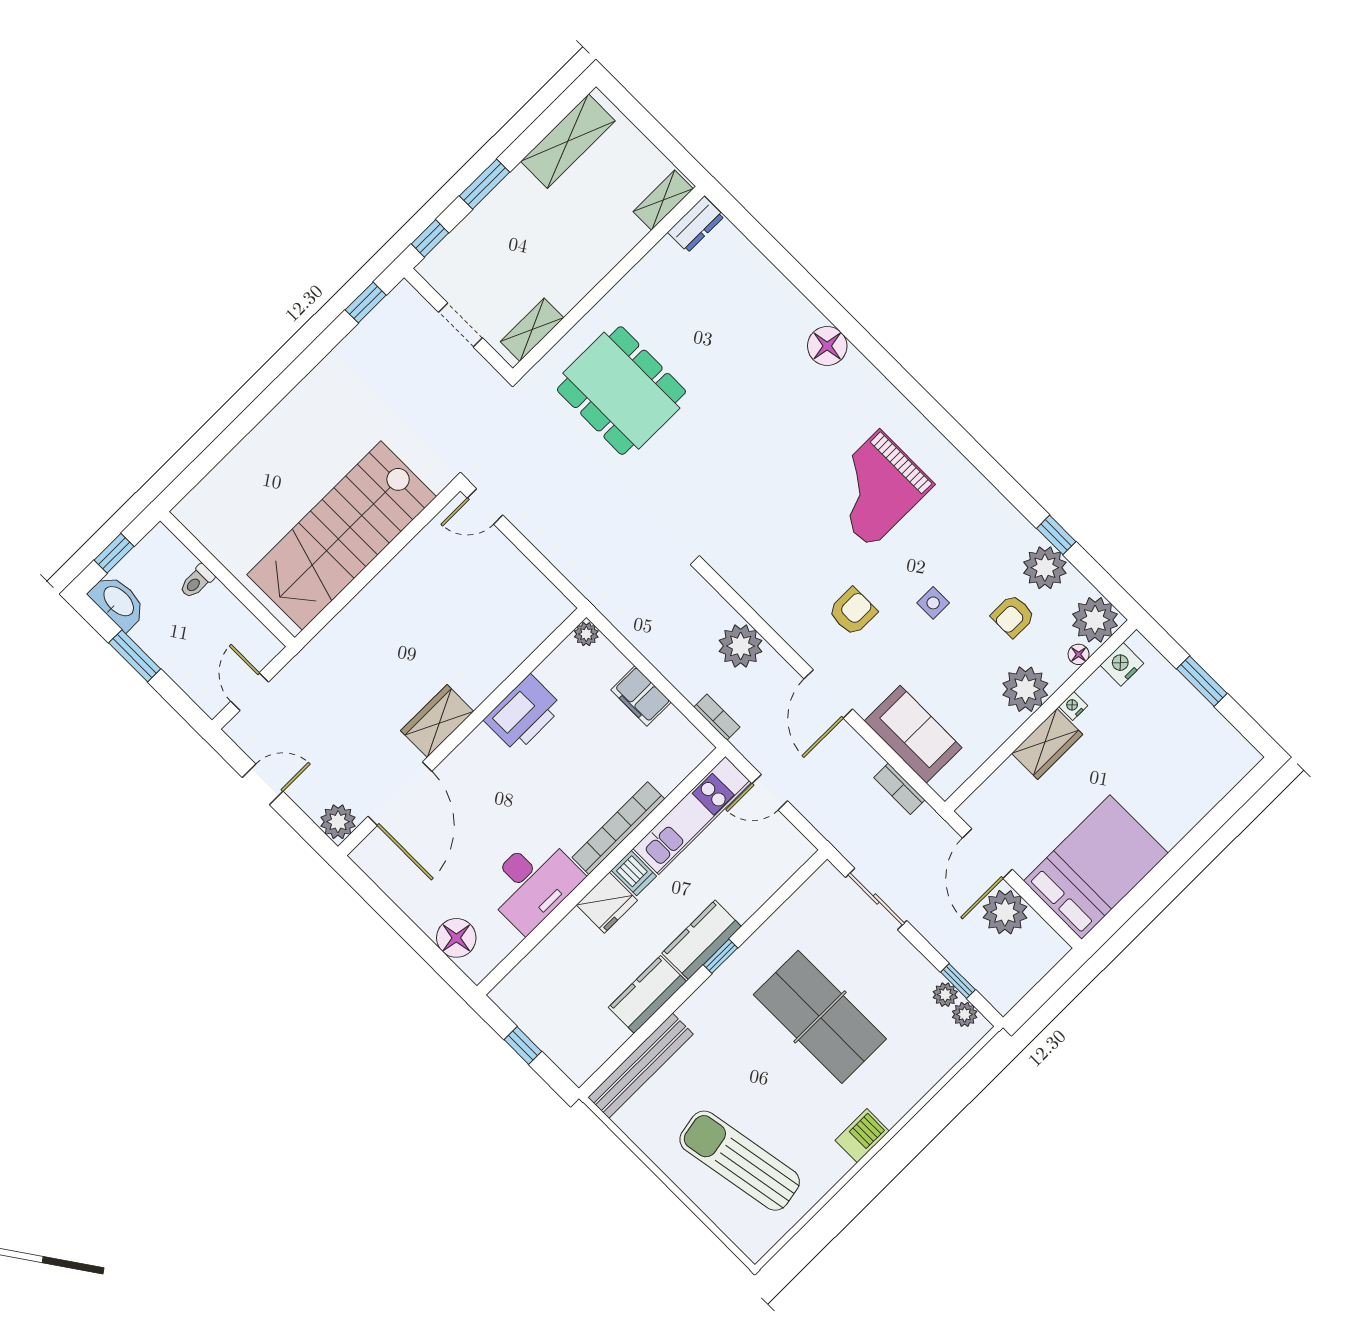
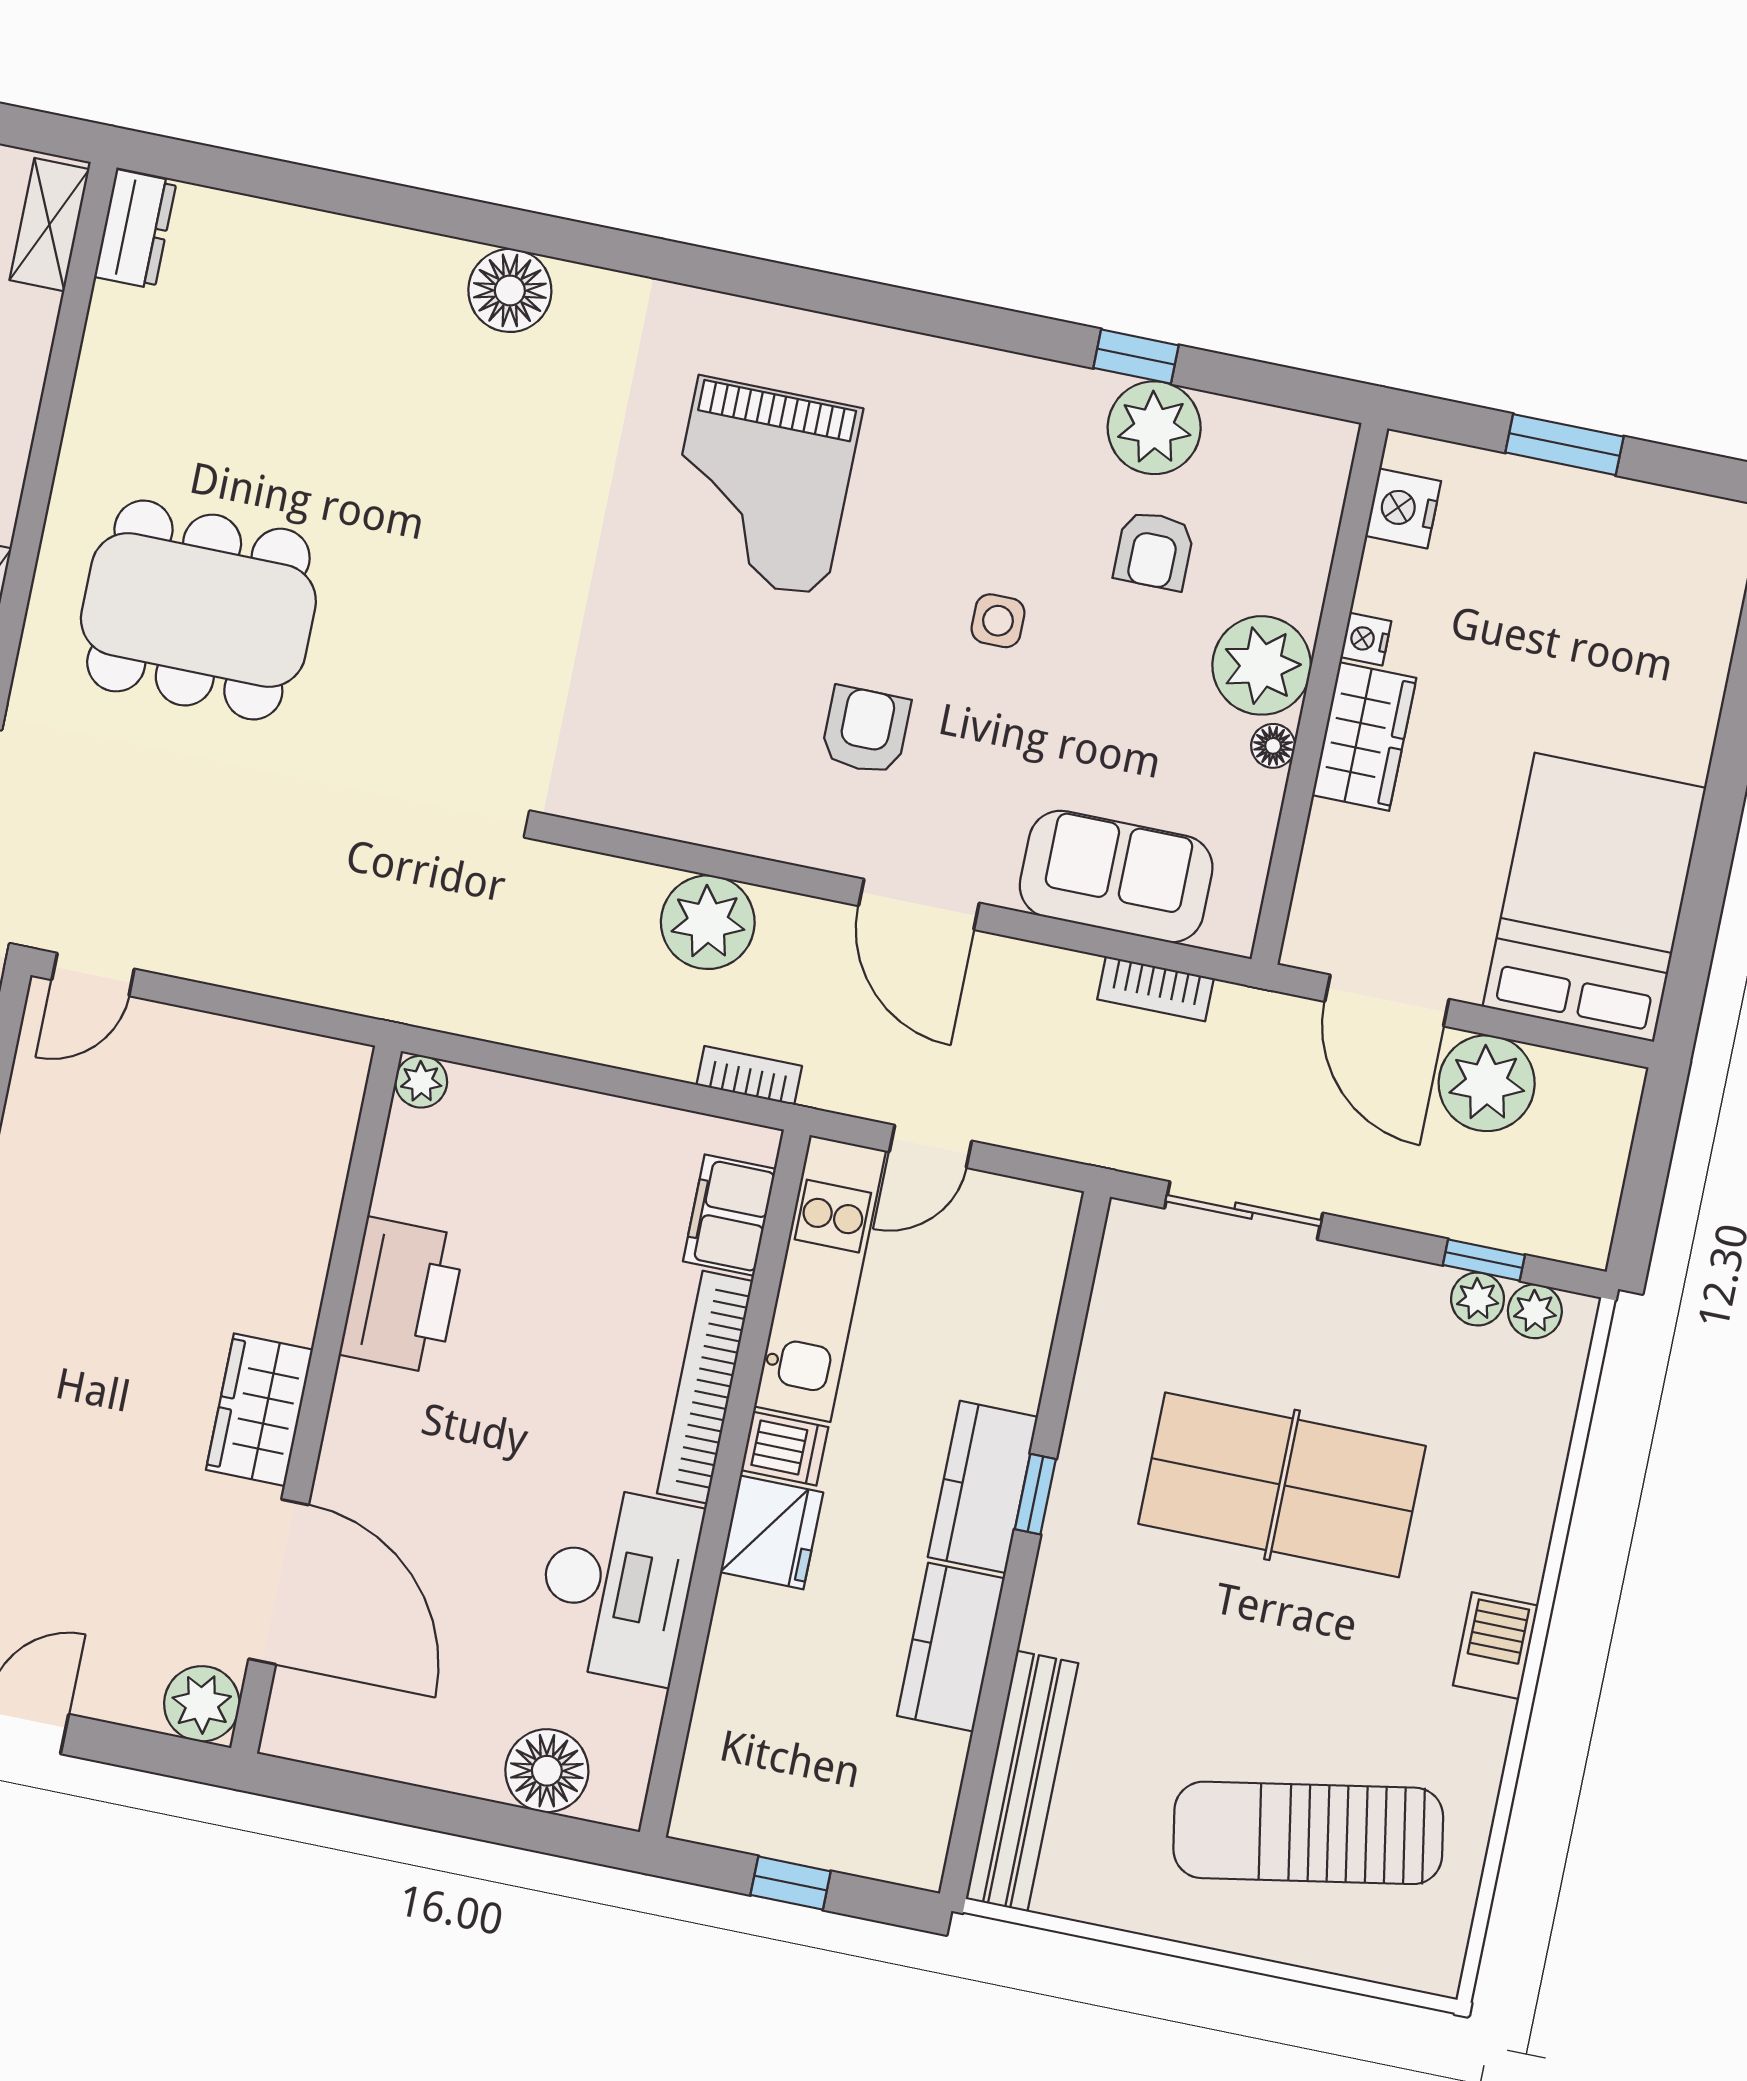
plant: (1095, 620) -> (1304, 461), removed
floor lamp: (1079, 654) -> (1273, 746), moved
filing cabinet: (641, 696) -> (729, 1215), moved, turned 90

